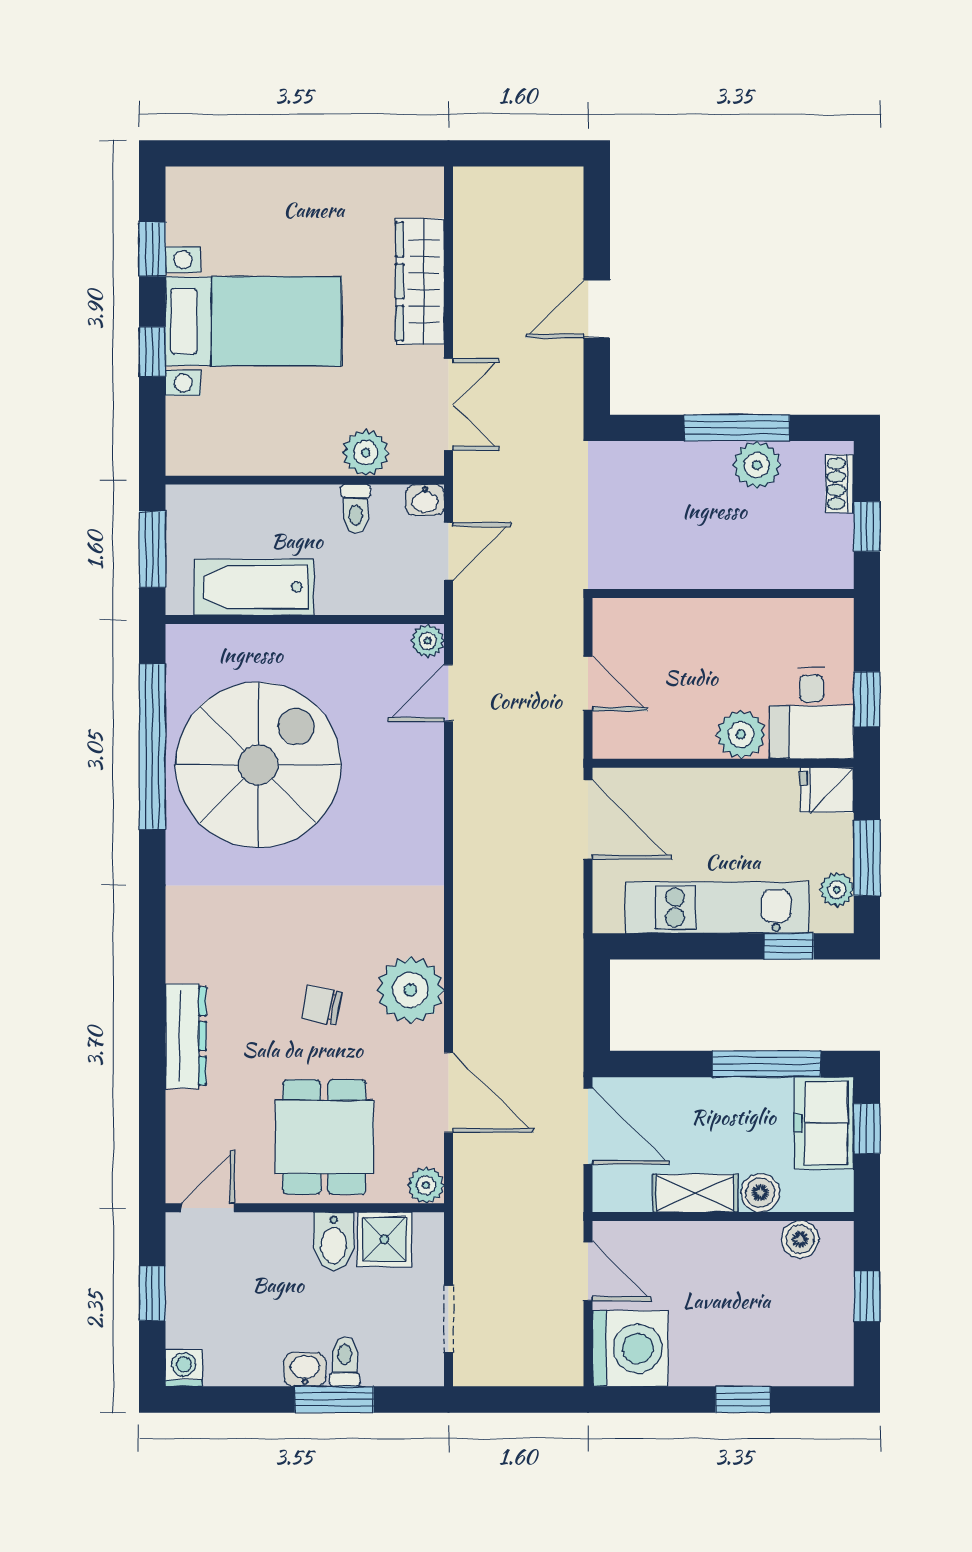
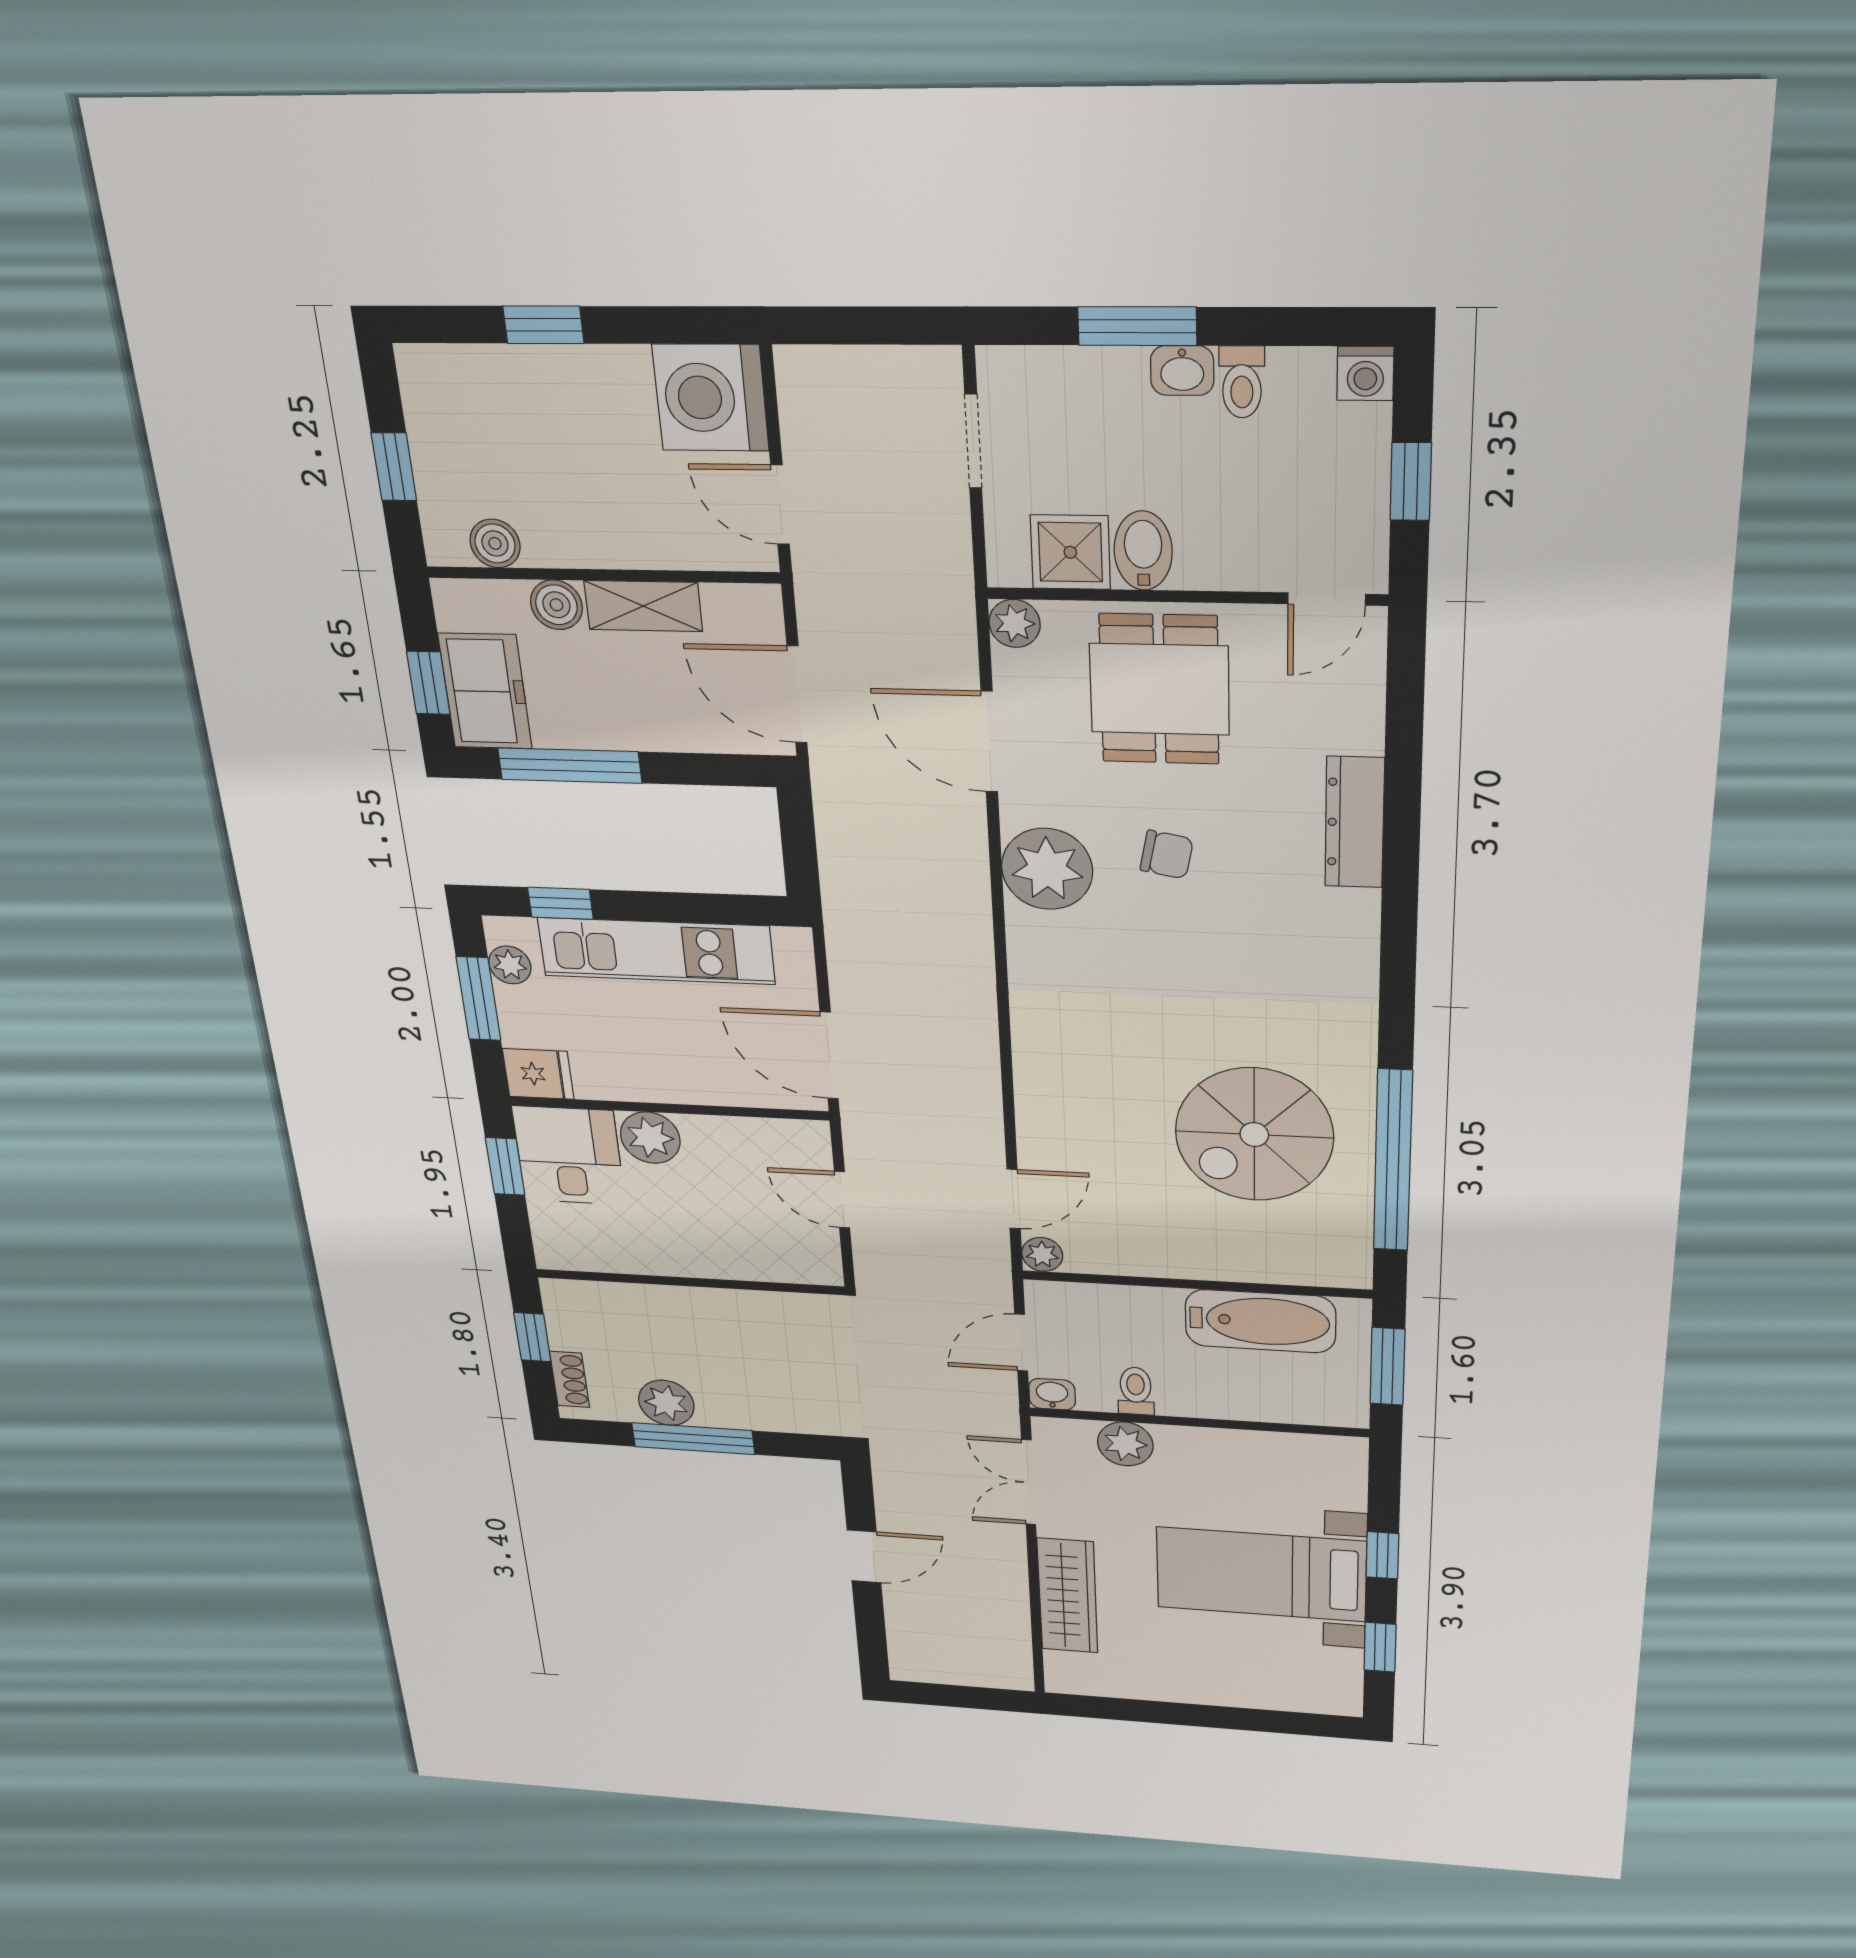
spiral stairs: (258, 765) -> (1254, 1134), width x0.73, depth x0.73
toilet: (345, 1362) -> (1242, 382), moved

